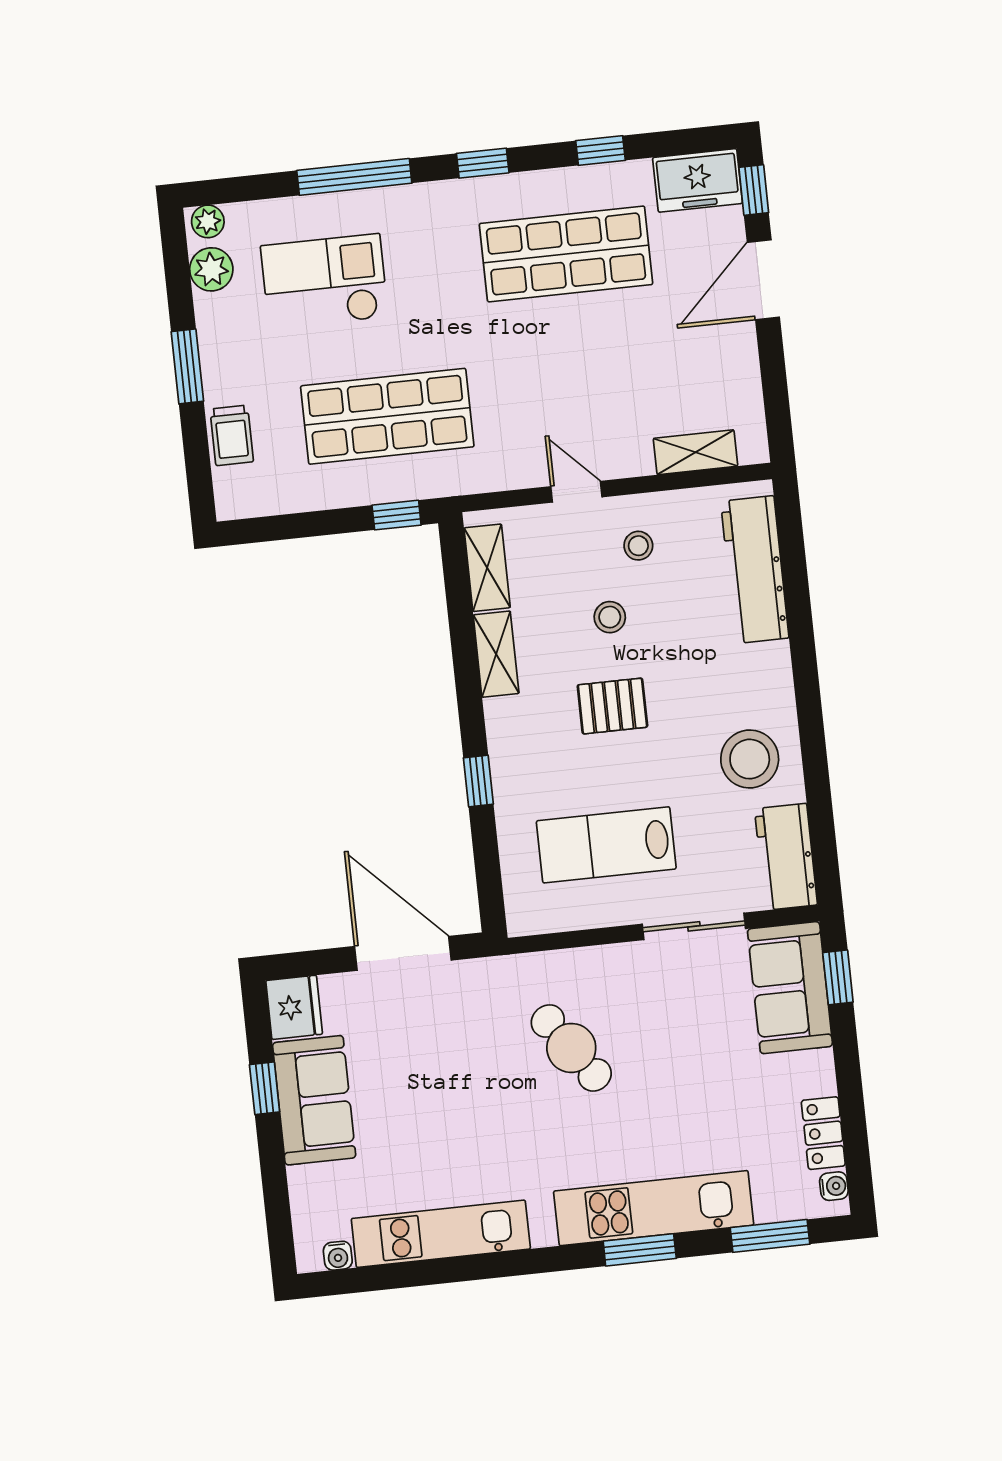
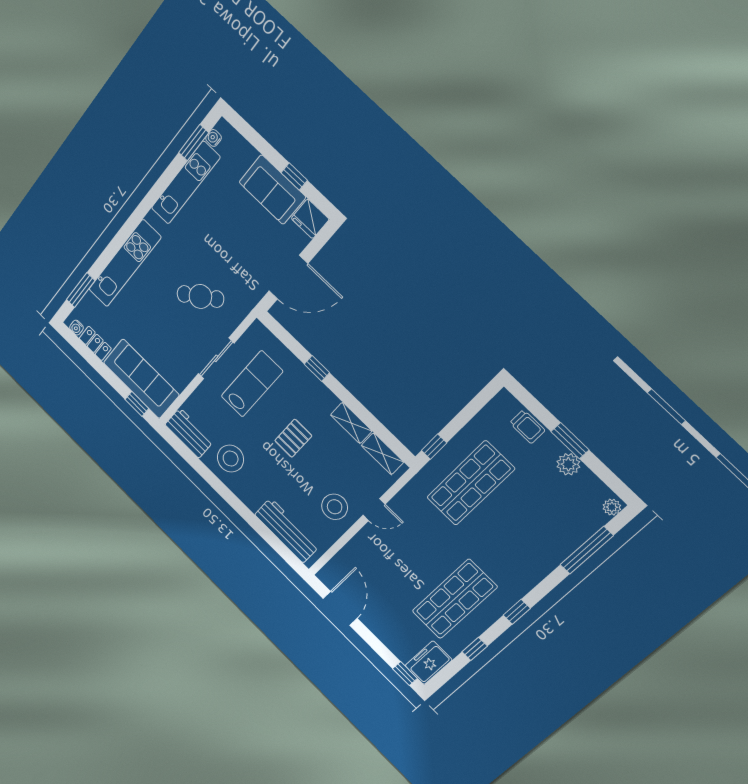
window: (354, 177) -> (587, 550), moved
plant: (211, 269) -> (568, 464), moved
door: (763, 280) -> (340, 608), moved
checkout: (324, 281) -> (541, 518), removed
trolley: (232, 435) -> (527, 427), turned 180
shelving: (696, 452) -> (344, 558), removed
stool: (638, 546) -> (335, 507), width x1.89, depth x1.89
stool: (610, 617) -> (322, 471), removed
sliding door: (694, 926) -> (216, 358), moved
sofa: (790, 988) -> (141, 379), width x1.36
window: (640, 1250) -> (194, 143), moved

